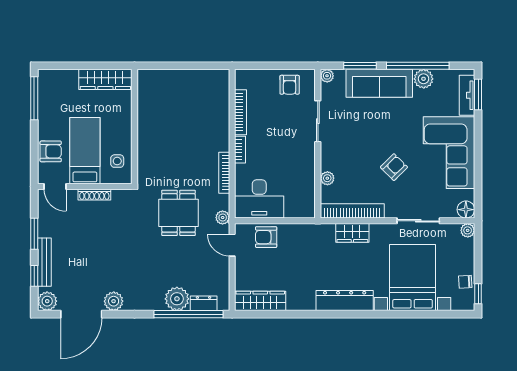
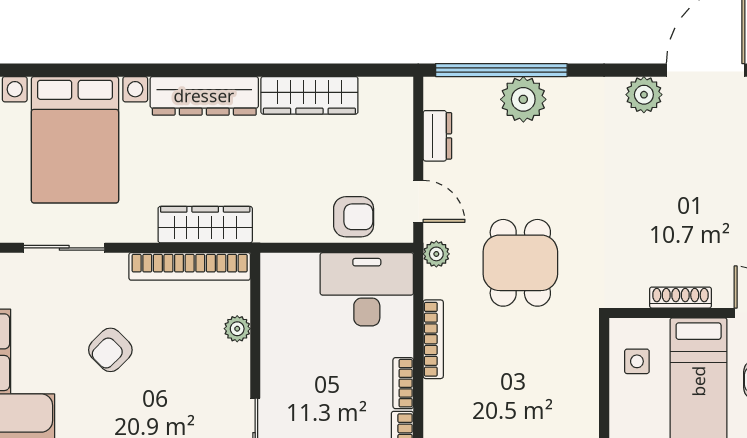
wardrobe: (352, 233) -> (205, 225), width x1.50
wardrobe: (260, 301) -> (309, 95), moved
dresser: (204, 303) -> (437, 136), moved, turned -90

